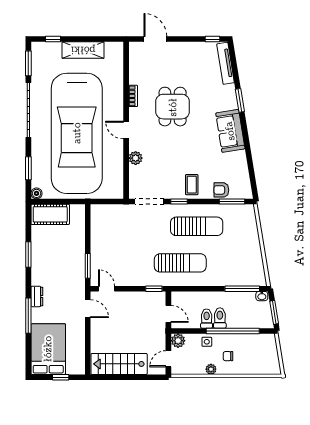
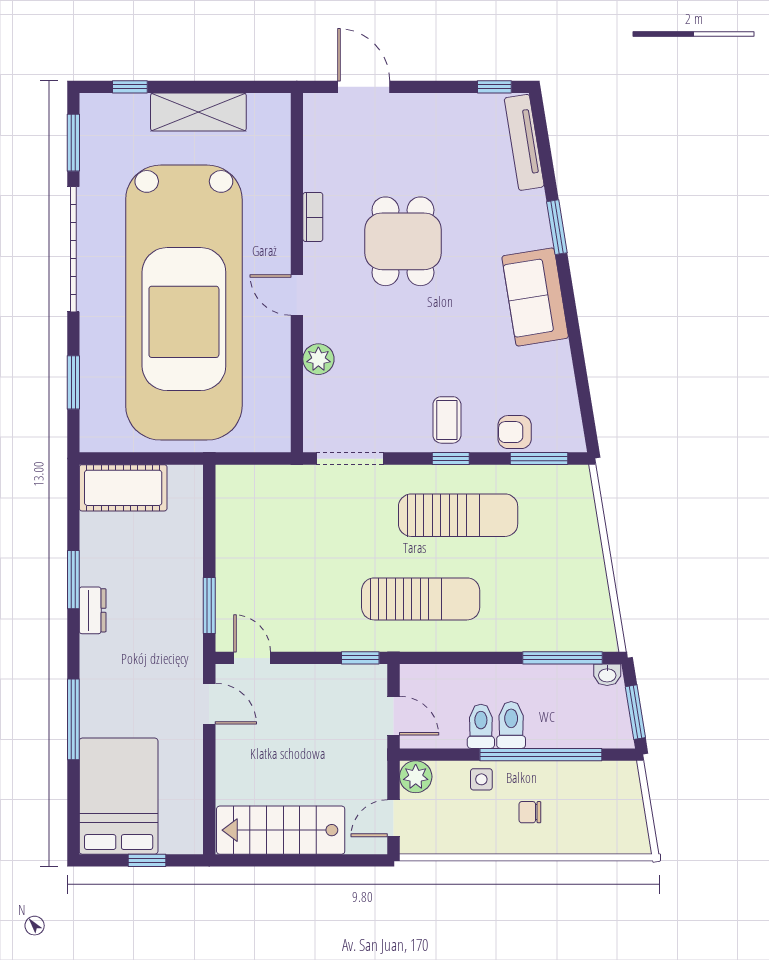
boiler: (36, 193) -> (92, 440), removed
window: (179, 202) -> (451, 459), moved
dresser: (37, 296) -> (93, 610), moved
plant: (211, 369) -> (491, 842), removed

